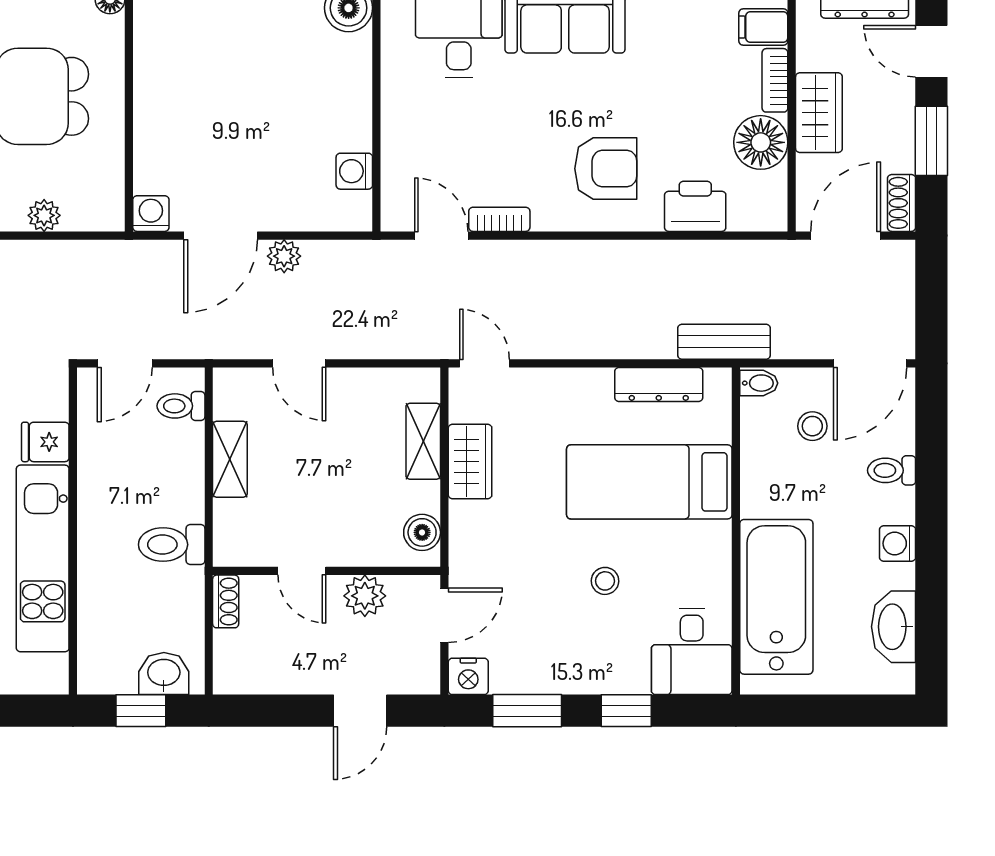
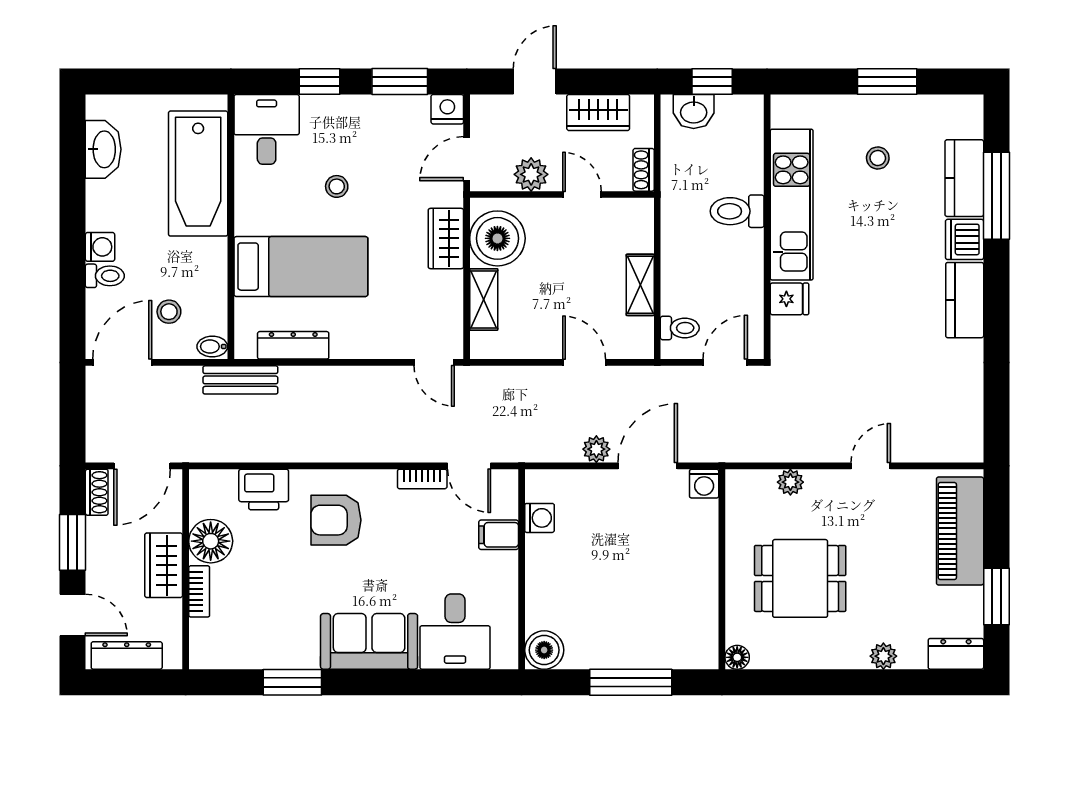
filing cabinet: (763, 27) -> (499, 535), moved, turned 180
wardrobe: (470, 461) -> (446, 238), moved
boiler: (422, 532) -> (497, 238), width x1.86, depth x1.86
washing machine: (898, 543) -> (100, 247), moved
toilet: (172, 545) -> (737, 211), moved, turned 180
wardrobe: (282, 672) -> (598, 113), added

